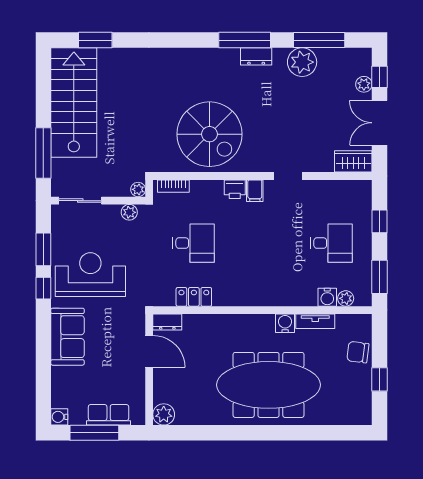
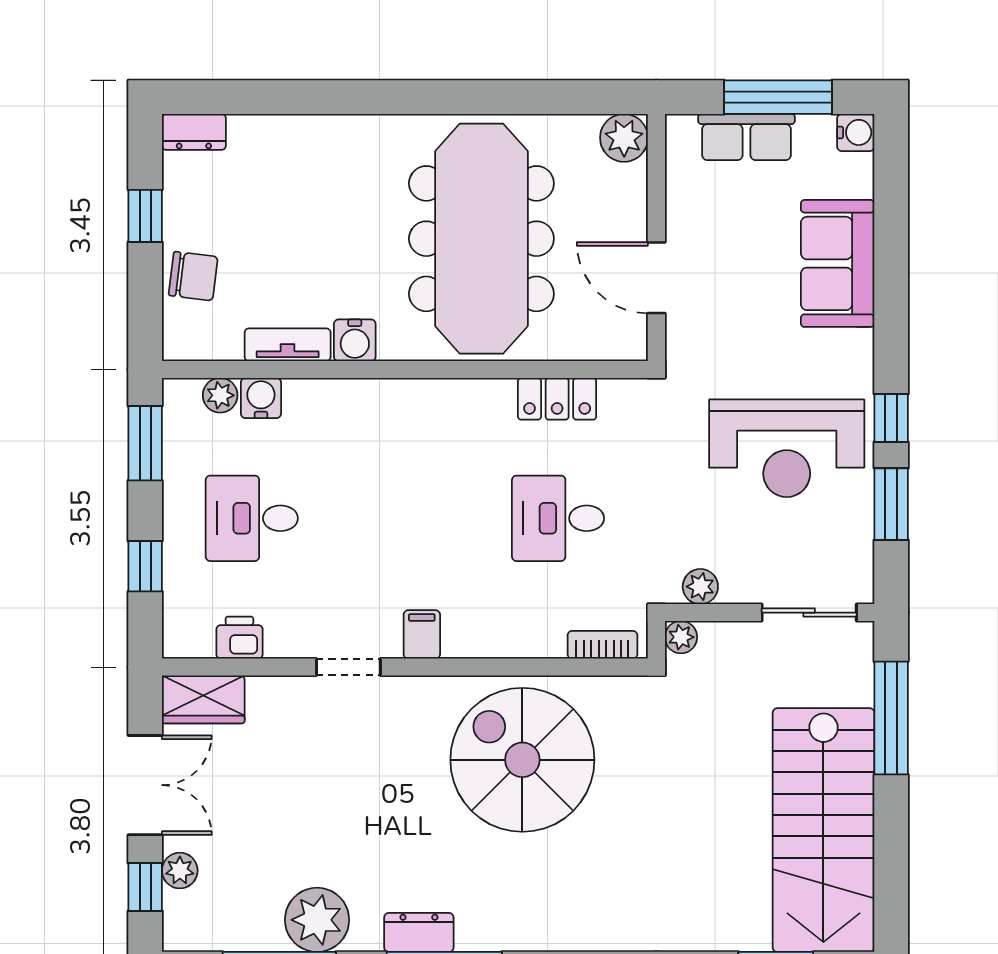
printer: (235, 189) -> (239, 638), moved
dresser: (167, 322) -> (194, 132), moved, turned 180
sofa: (67, 337) -> (838, 263), moved
meeting table: (269, 385) -> (481, 239), moved, turned 90

